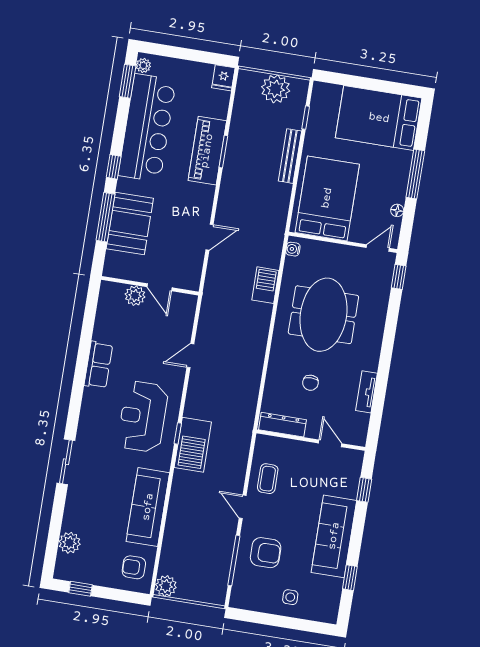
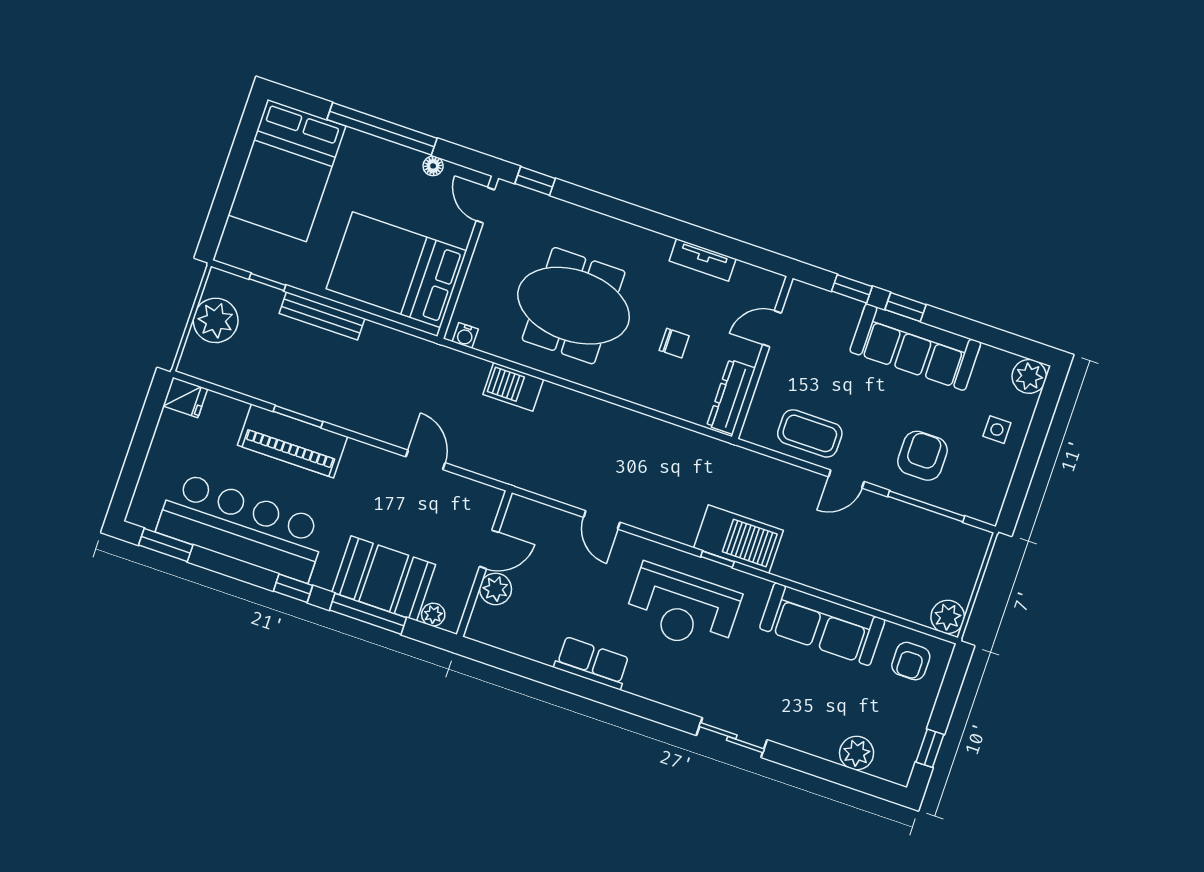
plant: (143, 66) -> (433, 615), moved
window: (415, 174) -> (382, 129), width x1.46
coffee table: (268, 479) -> (810, 433), width x1.36, depth x1.30
window: (350, 578) -> (905, 307), moved
plant: (327, 612) -> (1029, 376), added

